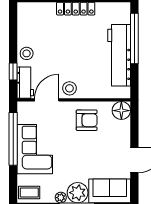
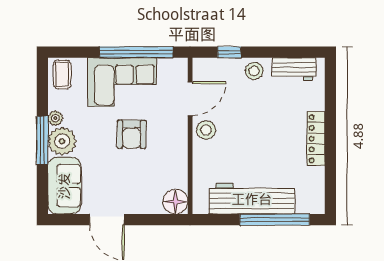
workbench: (25, 83) -> (294, 69), moved
door: (47, 100) -> (190, 99), hinge flipped
armchair: (87, 120) -> (132, 134), moved

